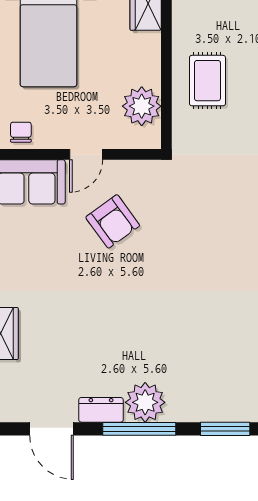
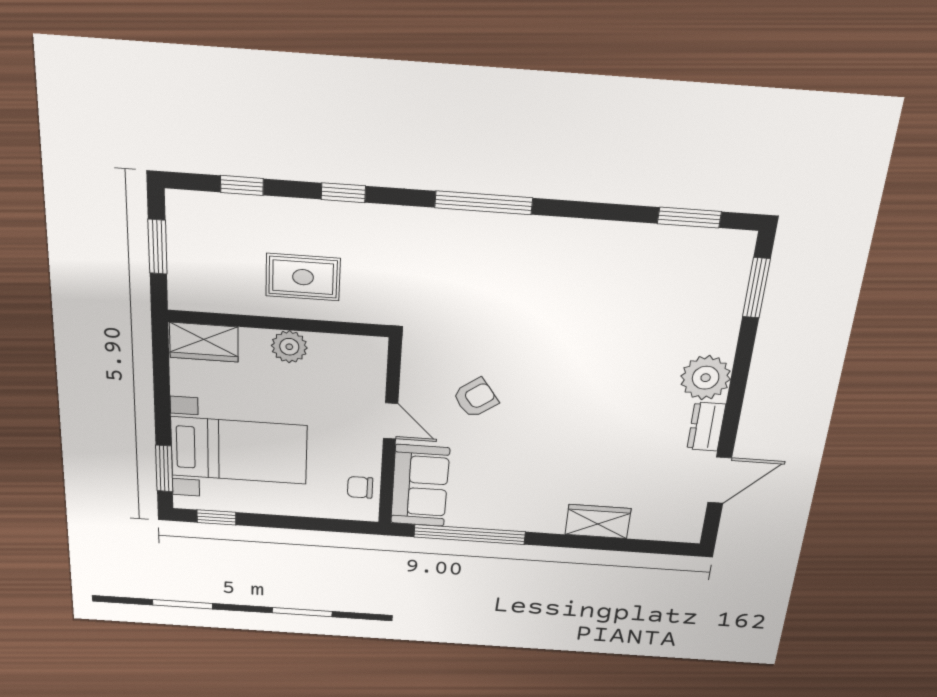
plant: (142, 106) -> (289, 347), moved, width x0.73, depth x0.73
armchair: (113, 221) -> (476, 398), width x0.72, depth x0.72
window: (139, 429) -> (737, 387), removed

